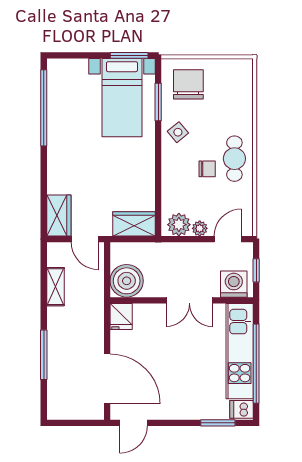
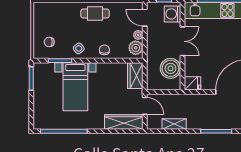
chair: (188, 84) -> (49, 42), width x0.54, depth x0.54
bed with nightstands: (122, 98) -> (75, 87), moved, turned 90
chair: (207, 169) -> (104, 50), moved
wardrobe: (59, 215) -> (124, 122), width x1.50
door: (85, 239) -> (145, 106), hinge flipped
boiler: (127, 281) -> (170, 68), moved

